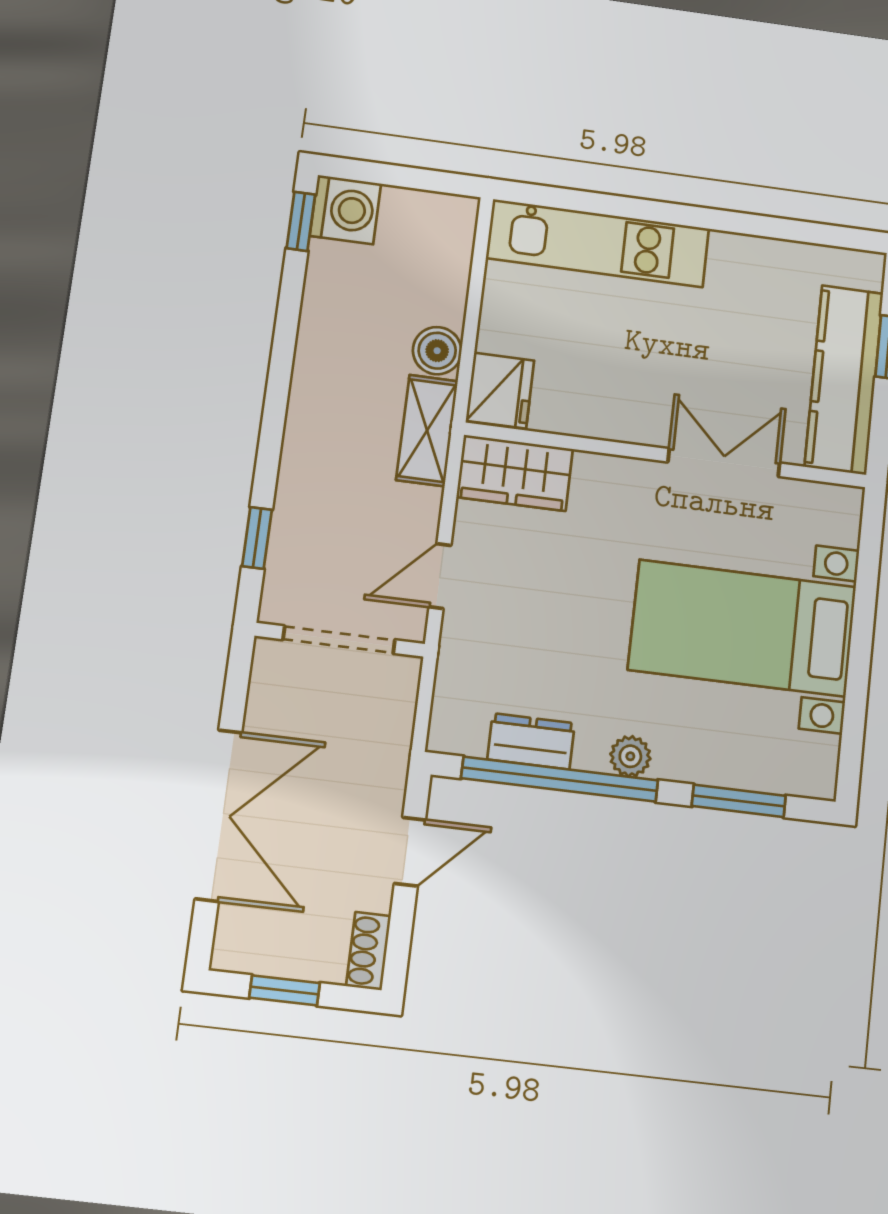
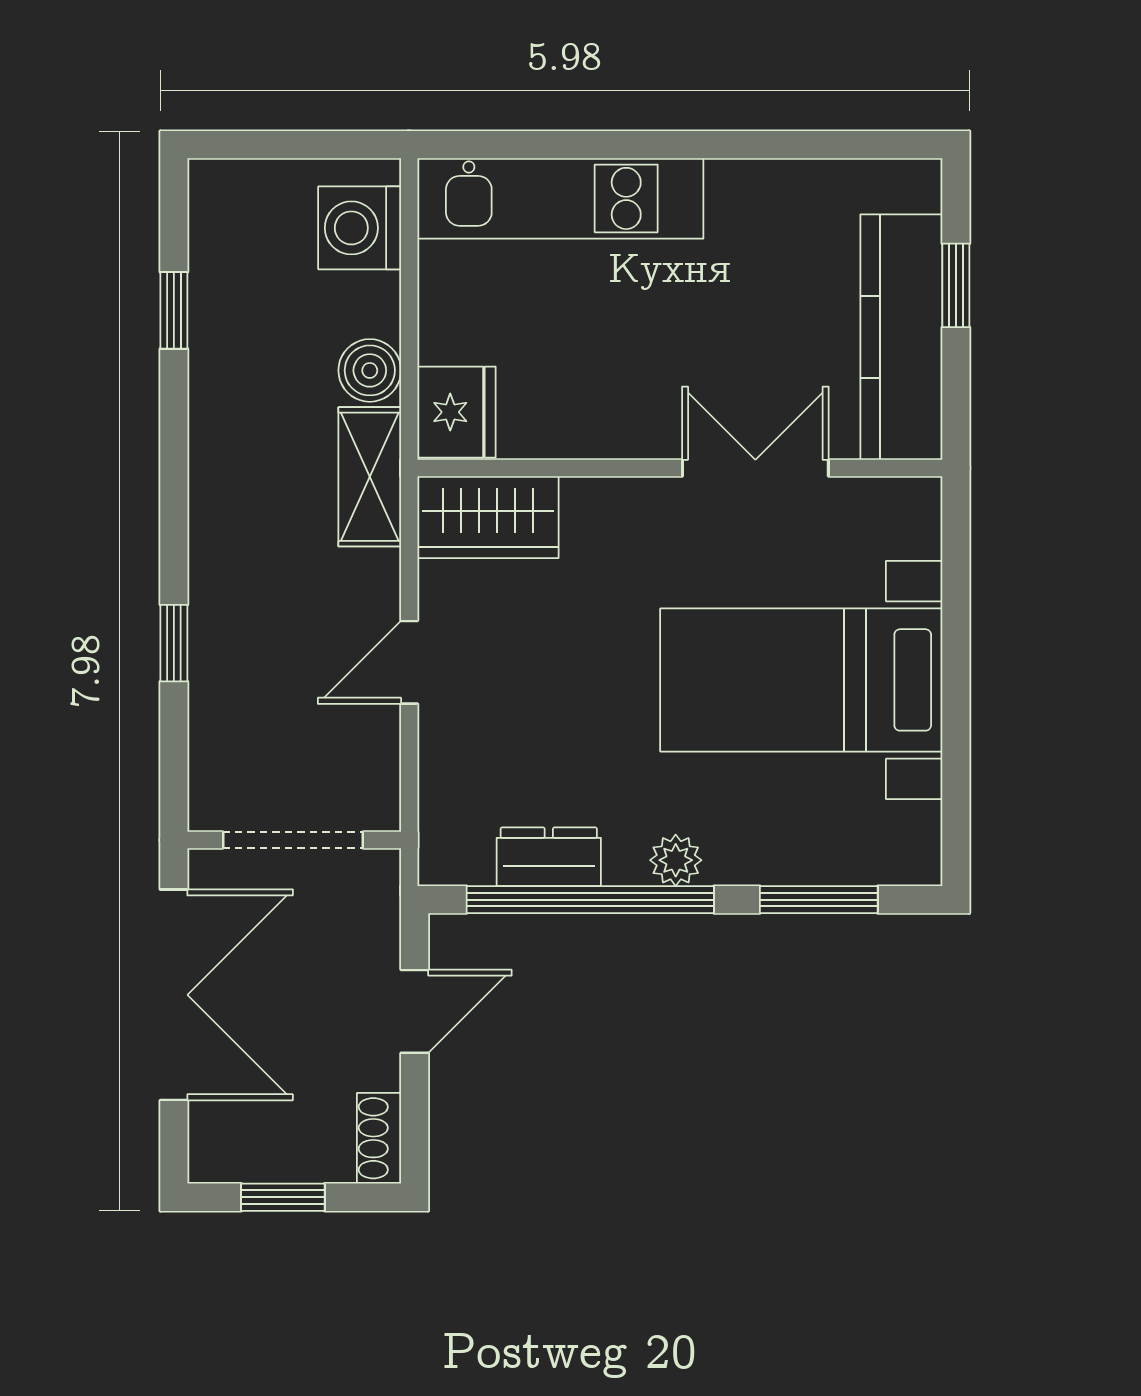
washing machine: (345, 210) -> (360, 228), moved, turned 180
window: (301, 221) -> (174, 310), moved
doorway: (339, 640) -> (293, 840), moved
wall: (340, 640) -> (294, 840), moved

